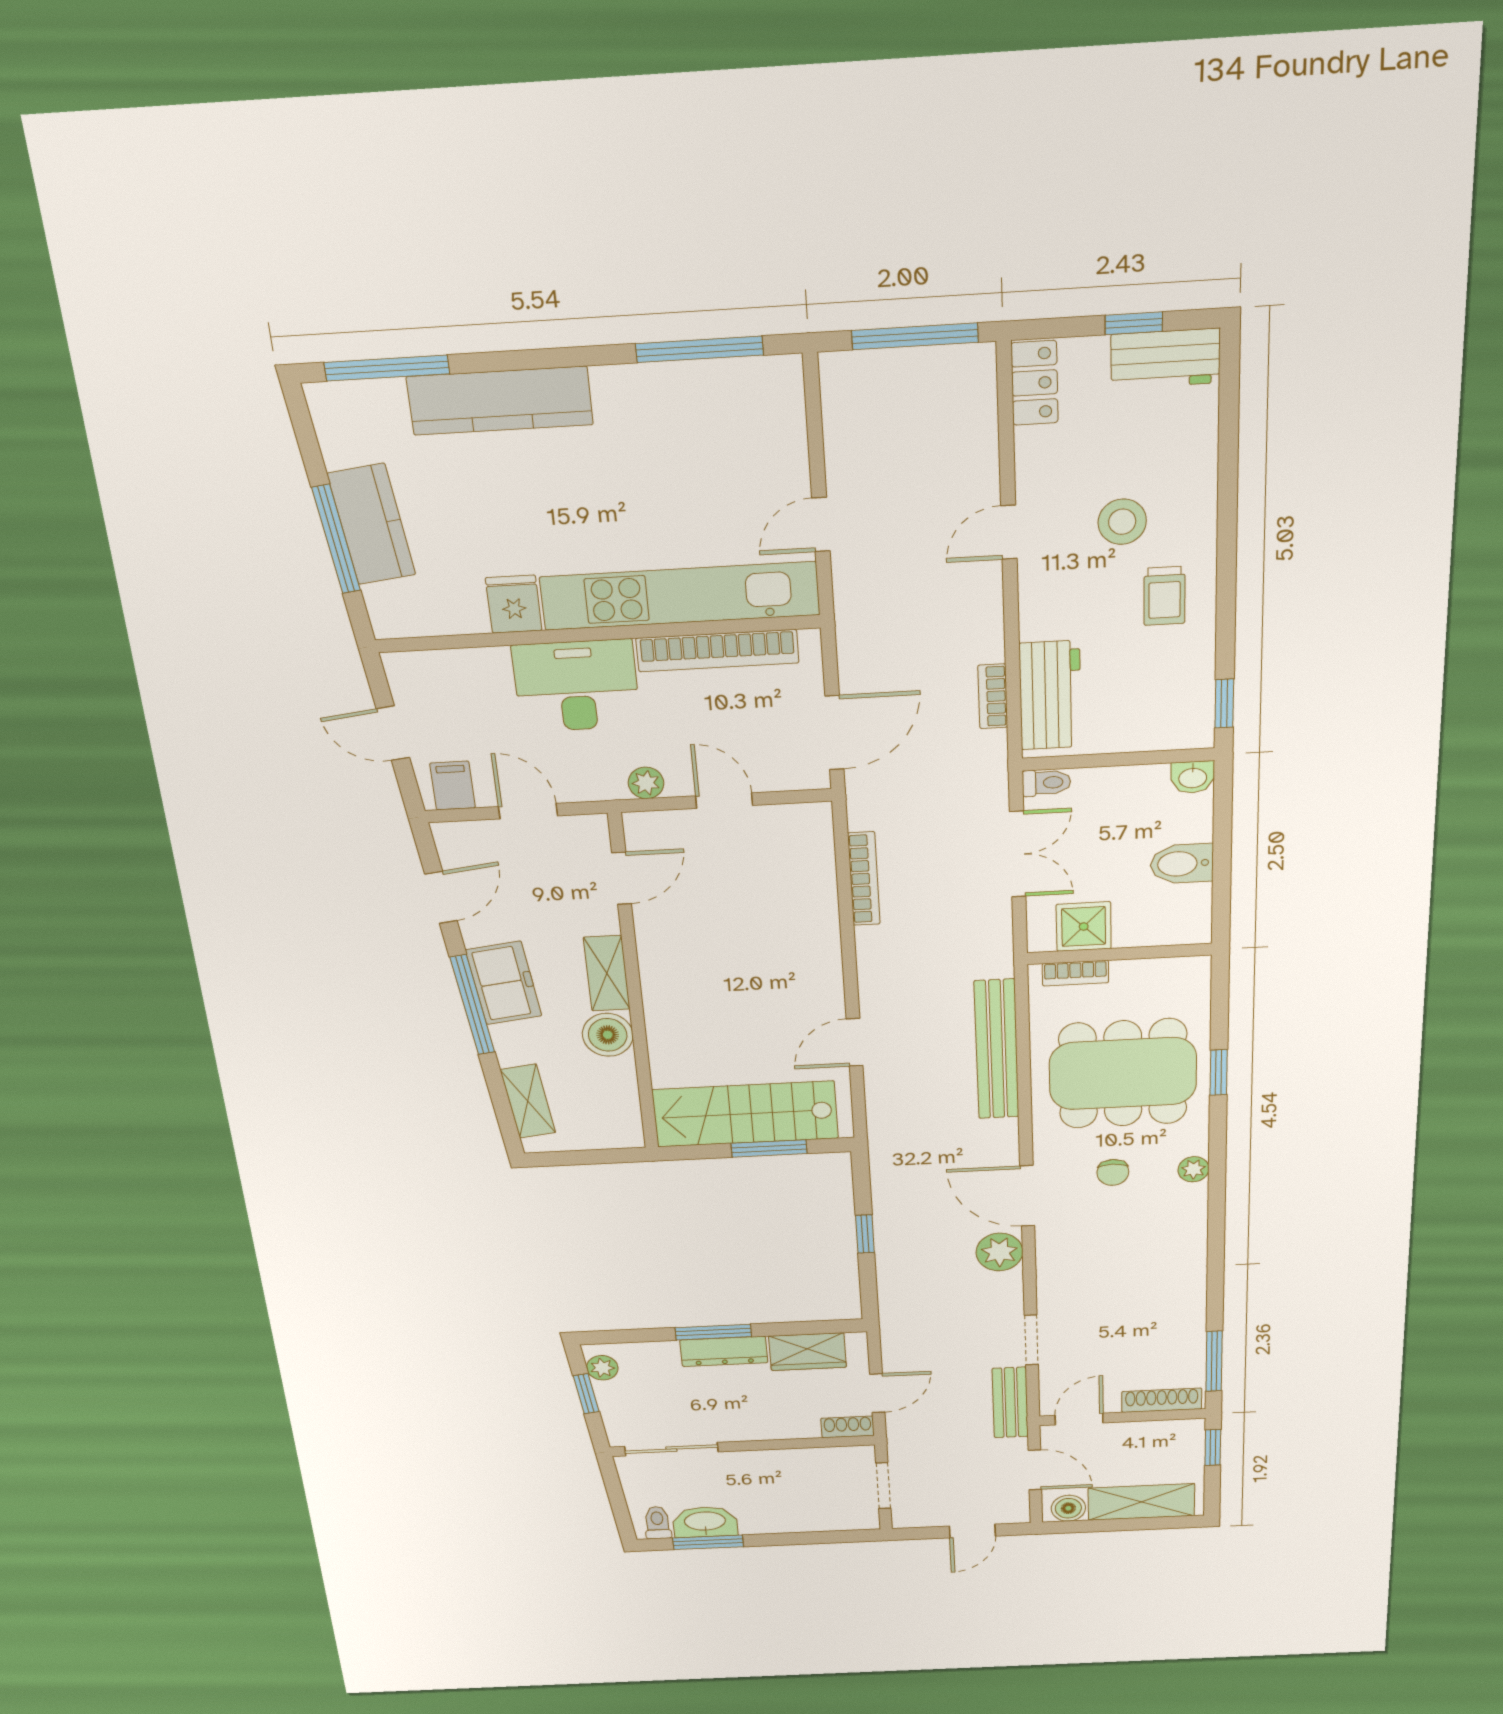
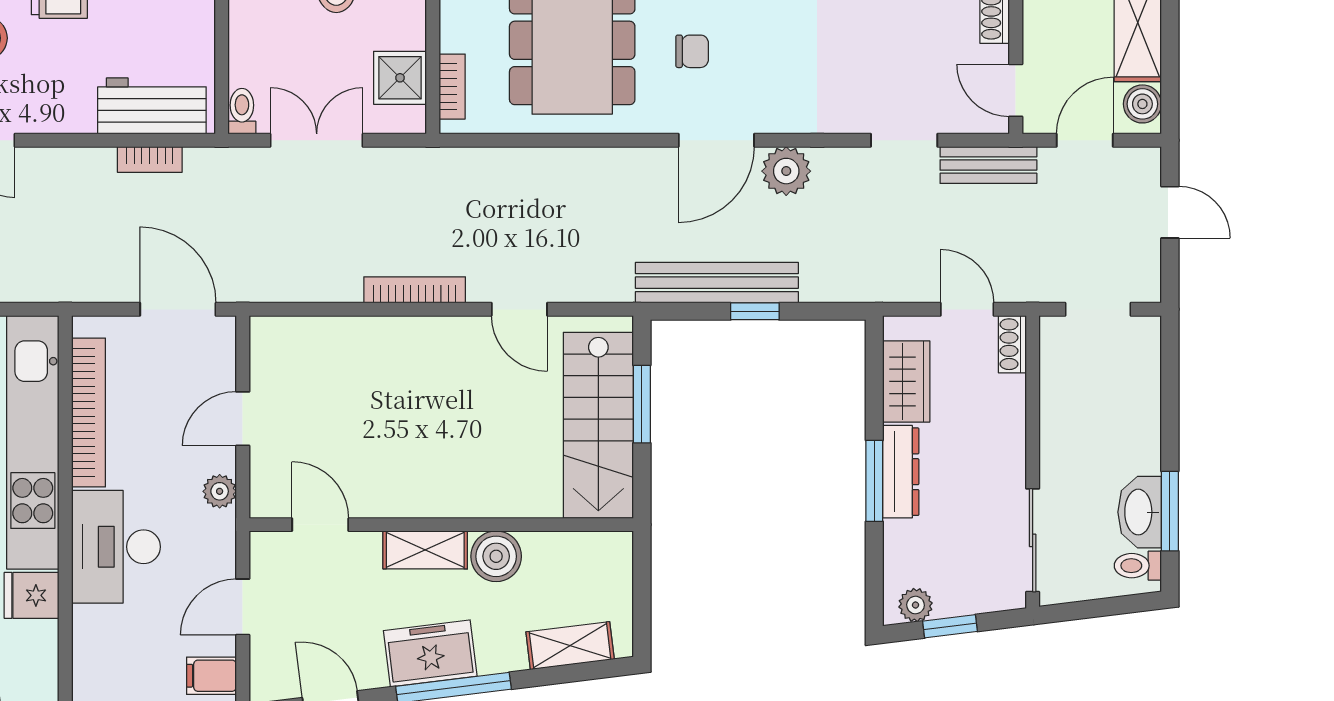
bookcase: (864, 879) -> (415, 290), moved
bench: (997, 1049) -> (717, 283), moved

